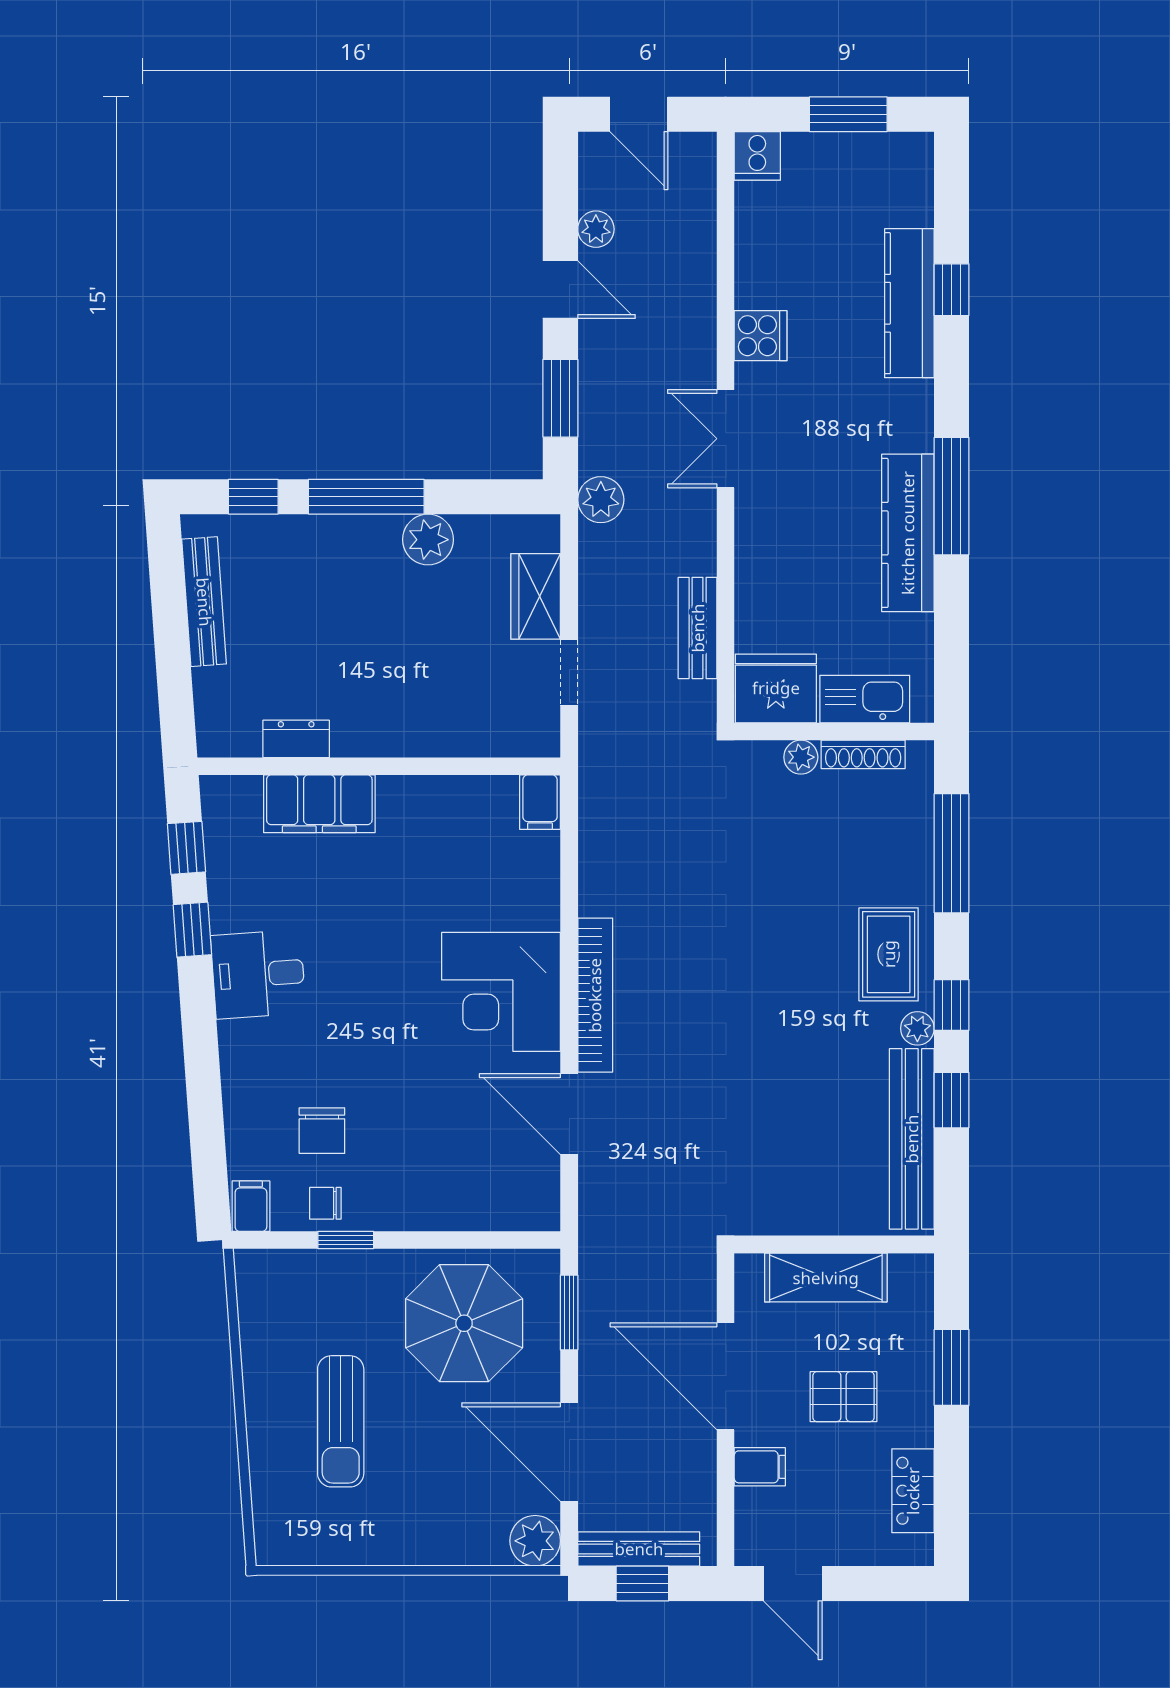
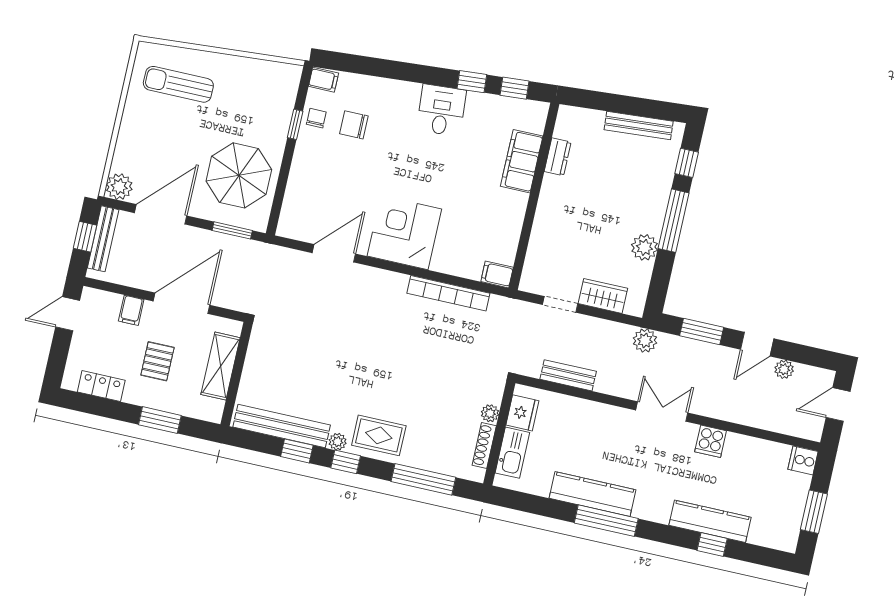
fridge: (776, 688) -> (522, 413), width x0.73, depth x0.75
bookcase: (595, 995) -> (448, 293), moved
sun lounger: (341, 1421) -> (178, 84), moved

